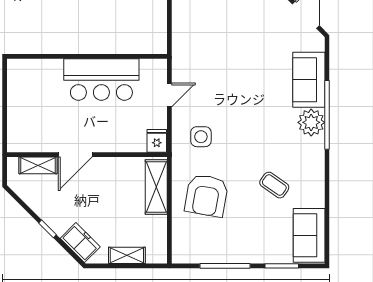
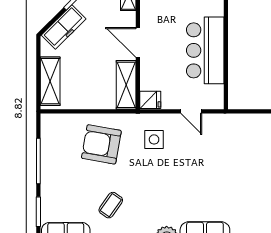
door: (75, 155) -> (138, 42), moved
shelving: (156, 187) -> (126, 85), moved, turned 90
freezer: (80, 243) -> (64, 27), width x1.40
shelving: (127, 255) -> (50, 81), width x1.50, depth x1.33

